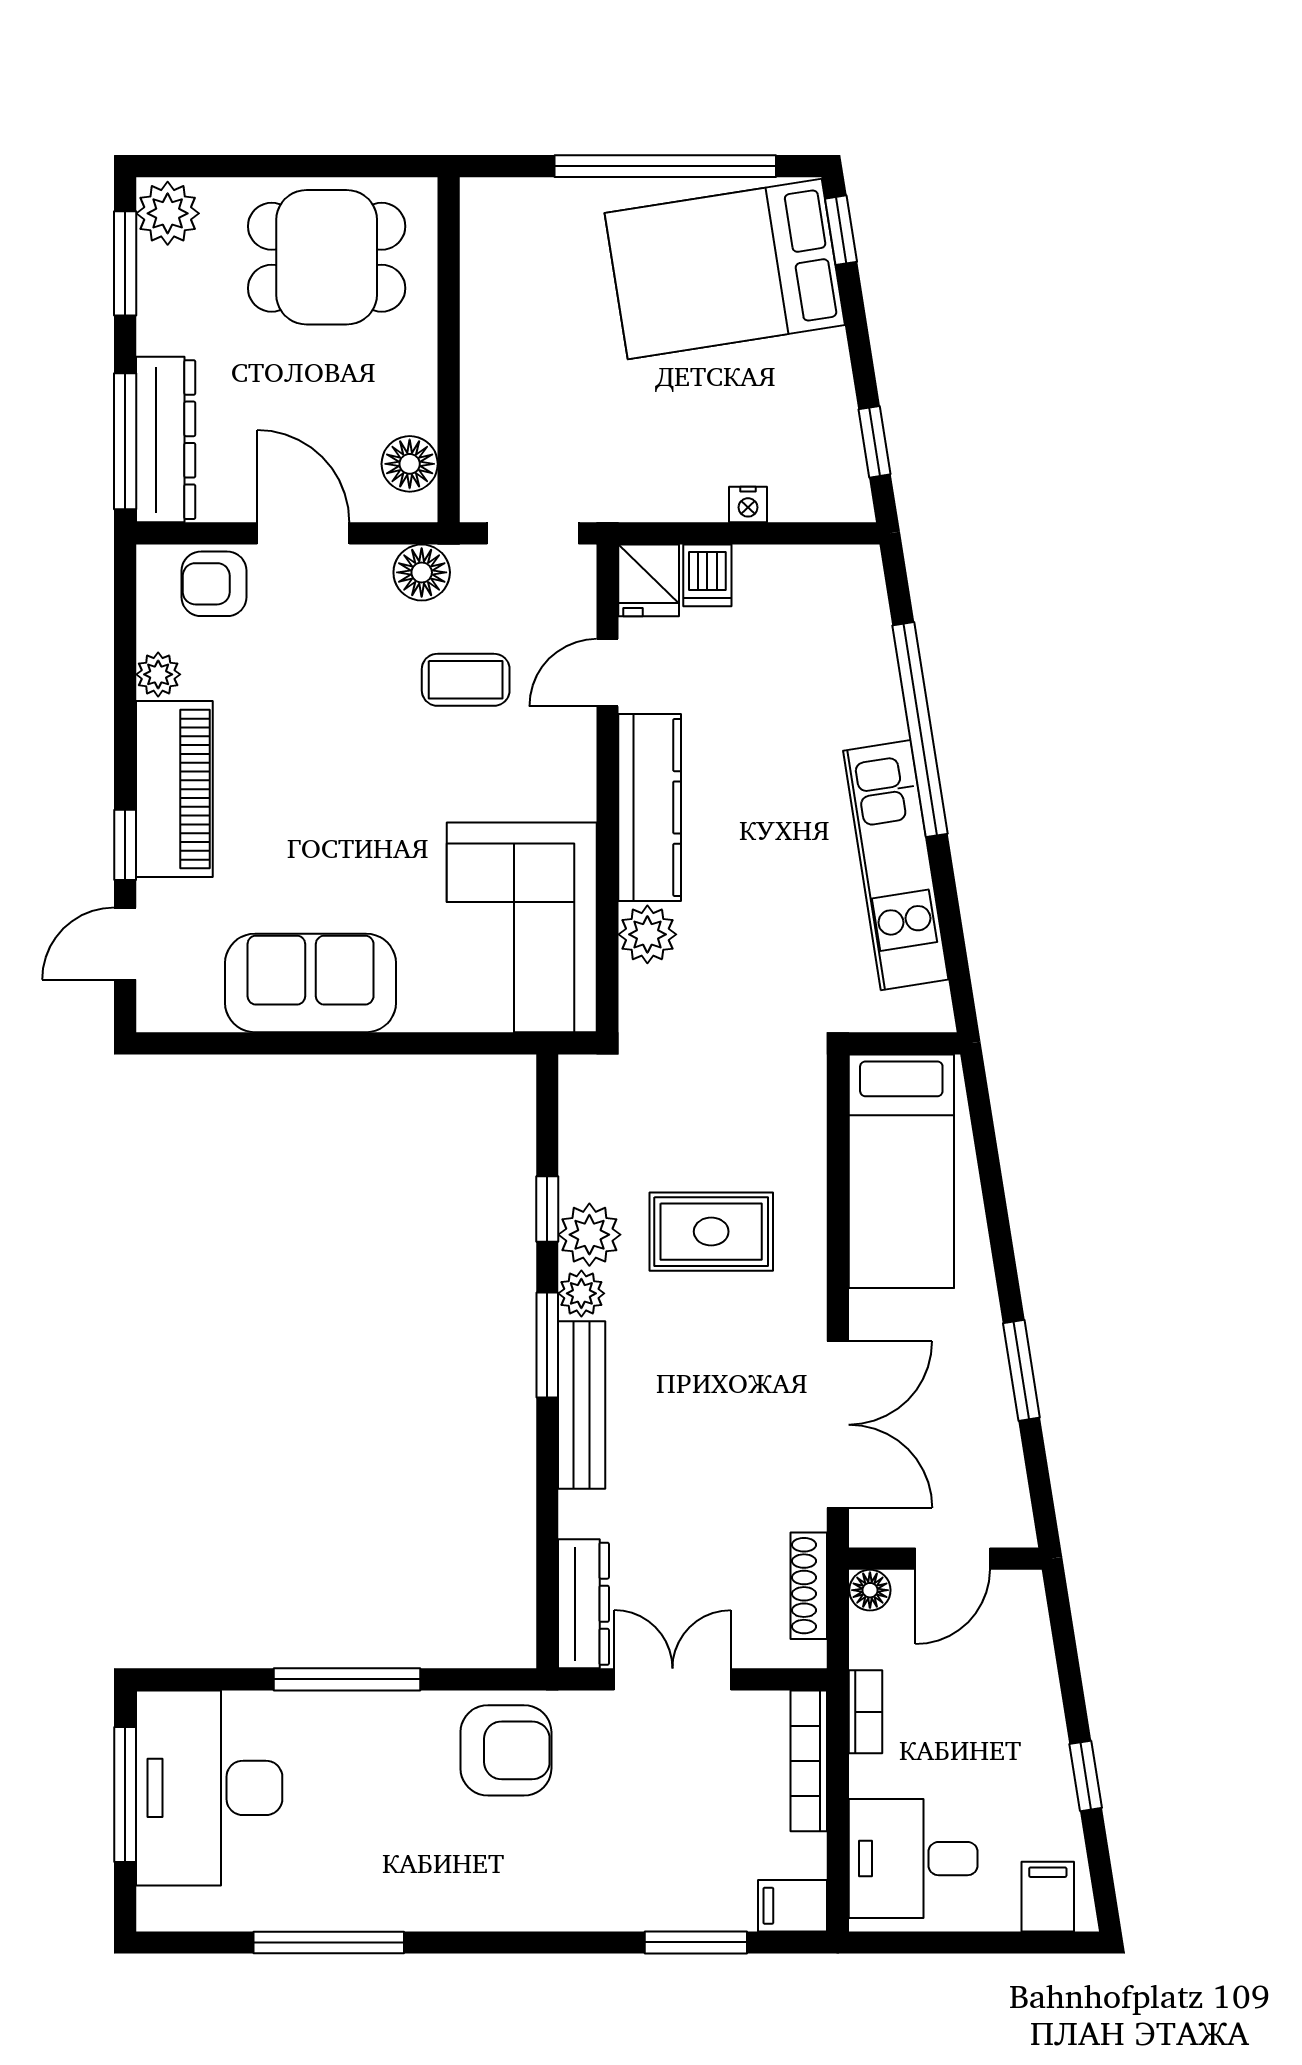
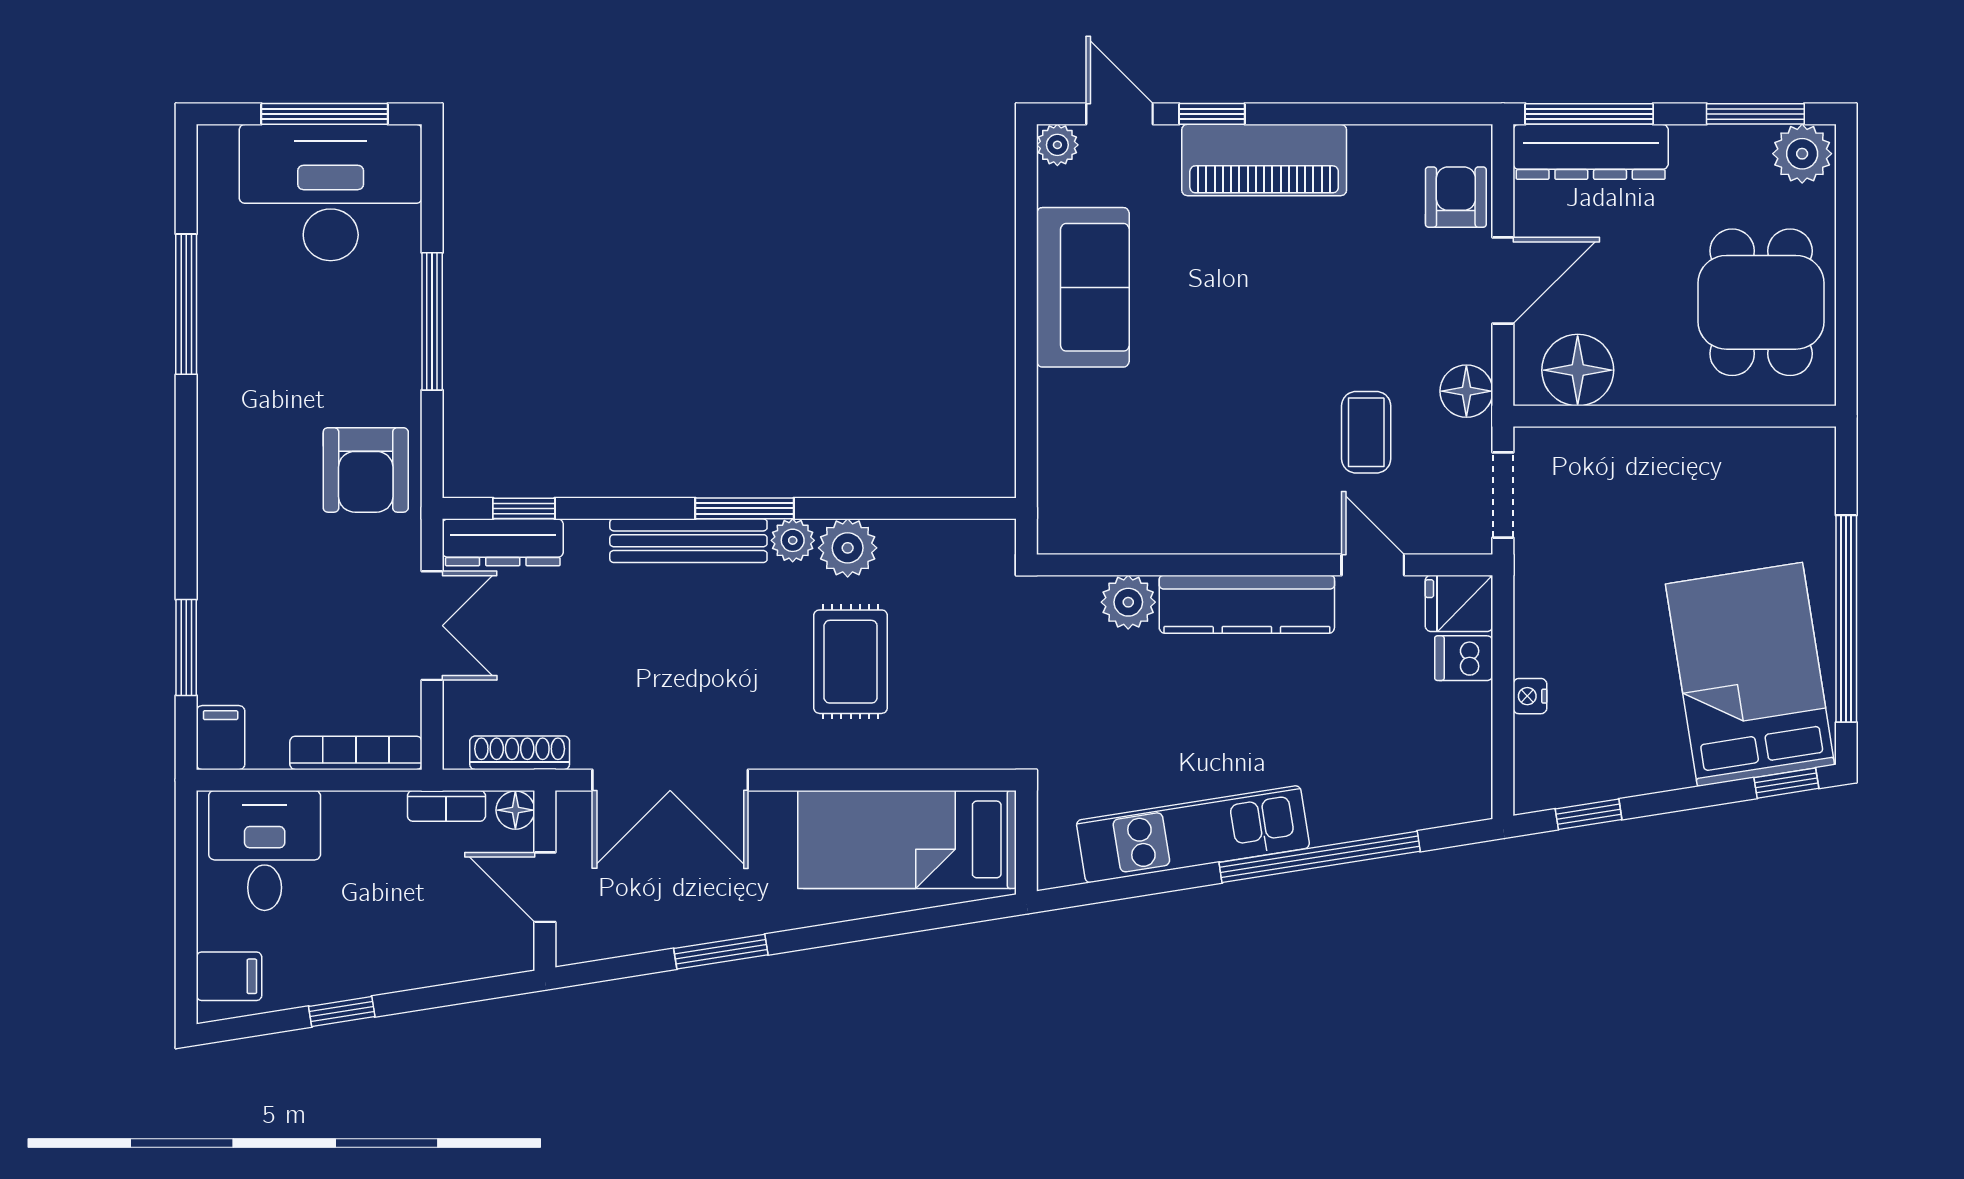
floor lamp: (410, 464) -> (1578, 370), width x1.38, depth x1.38
plant: (158, 674) -> (1057, 145), moved
corner sofa: (522, 927) -> (1135, 485), removed
window: (547, 1209) -> (524, 508), moved
bookcase: (865, 1712) -> (446, 806), moved

